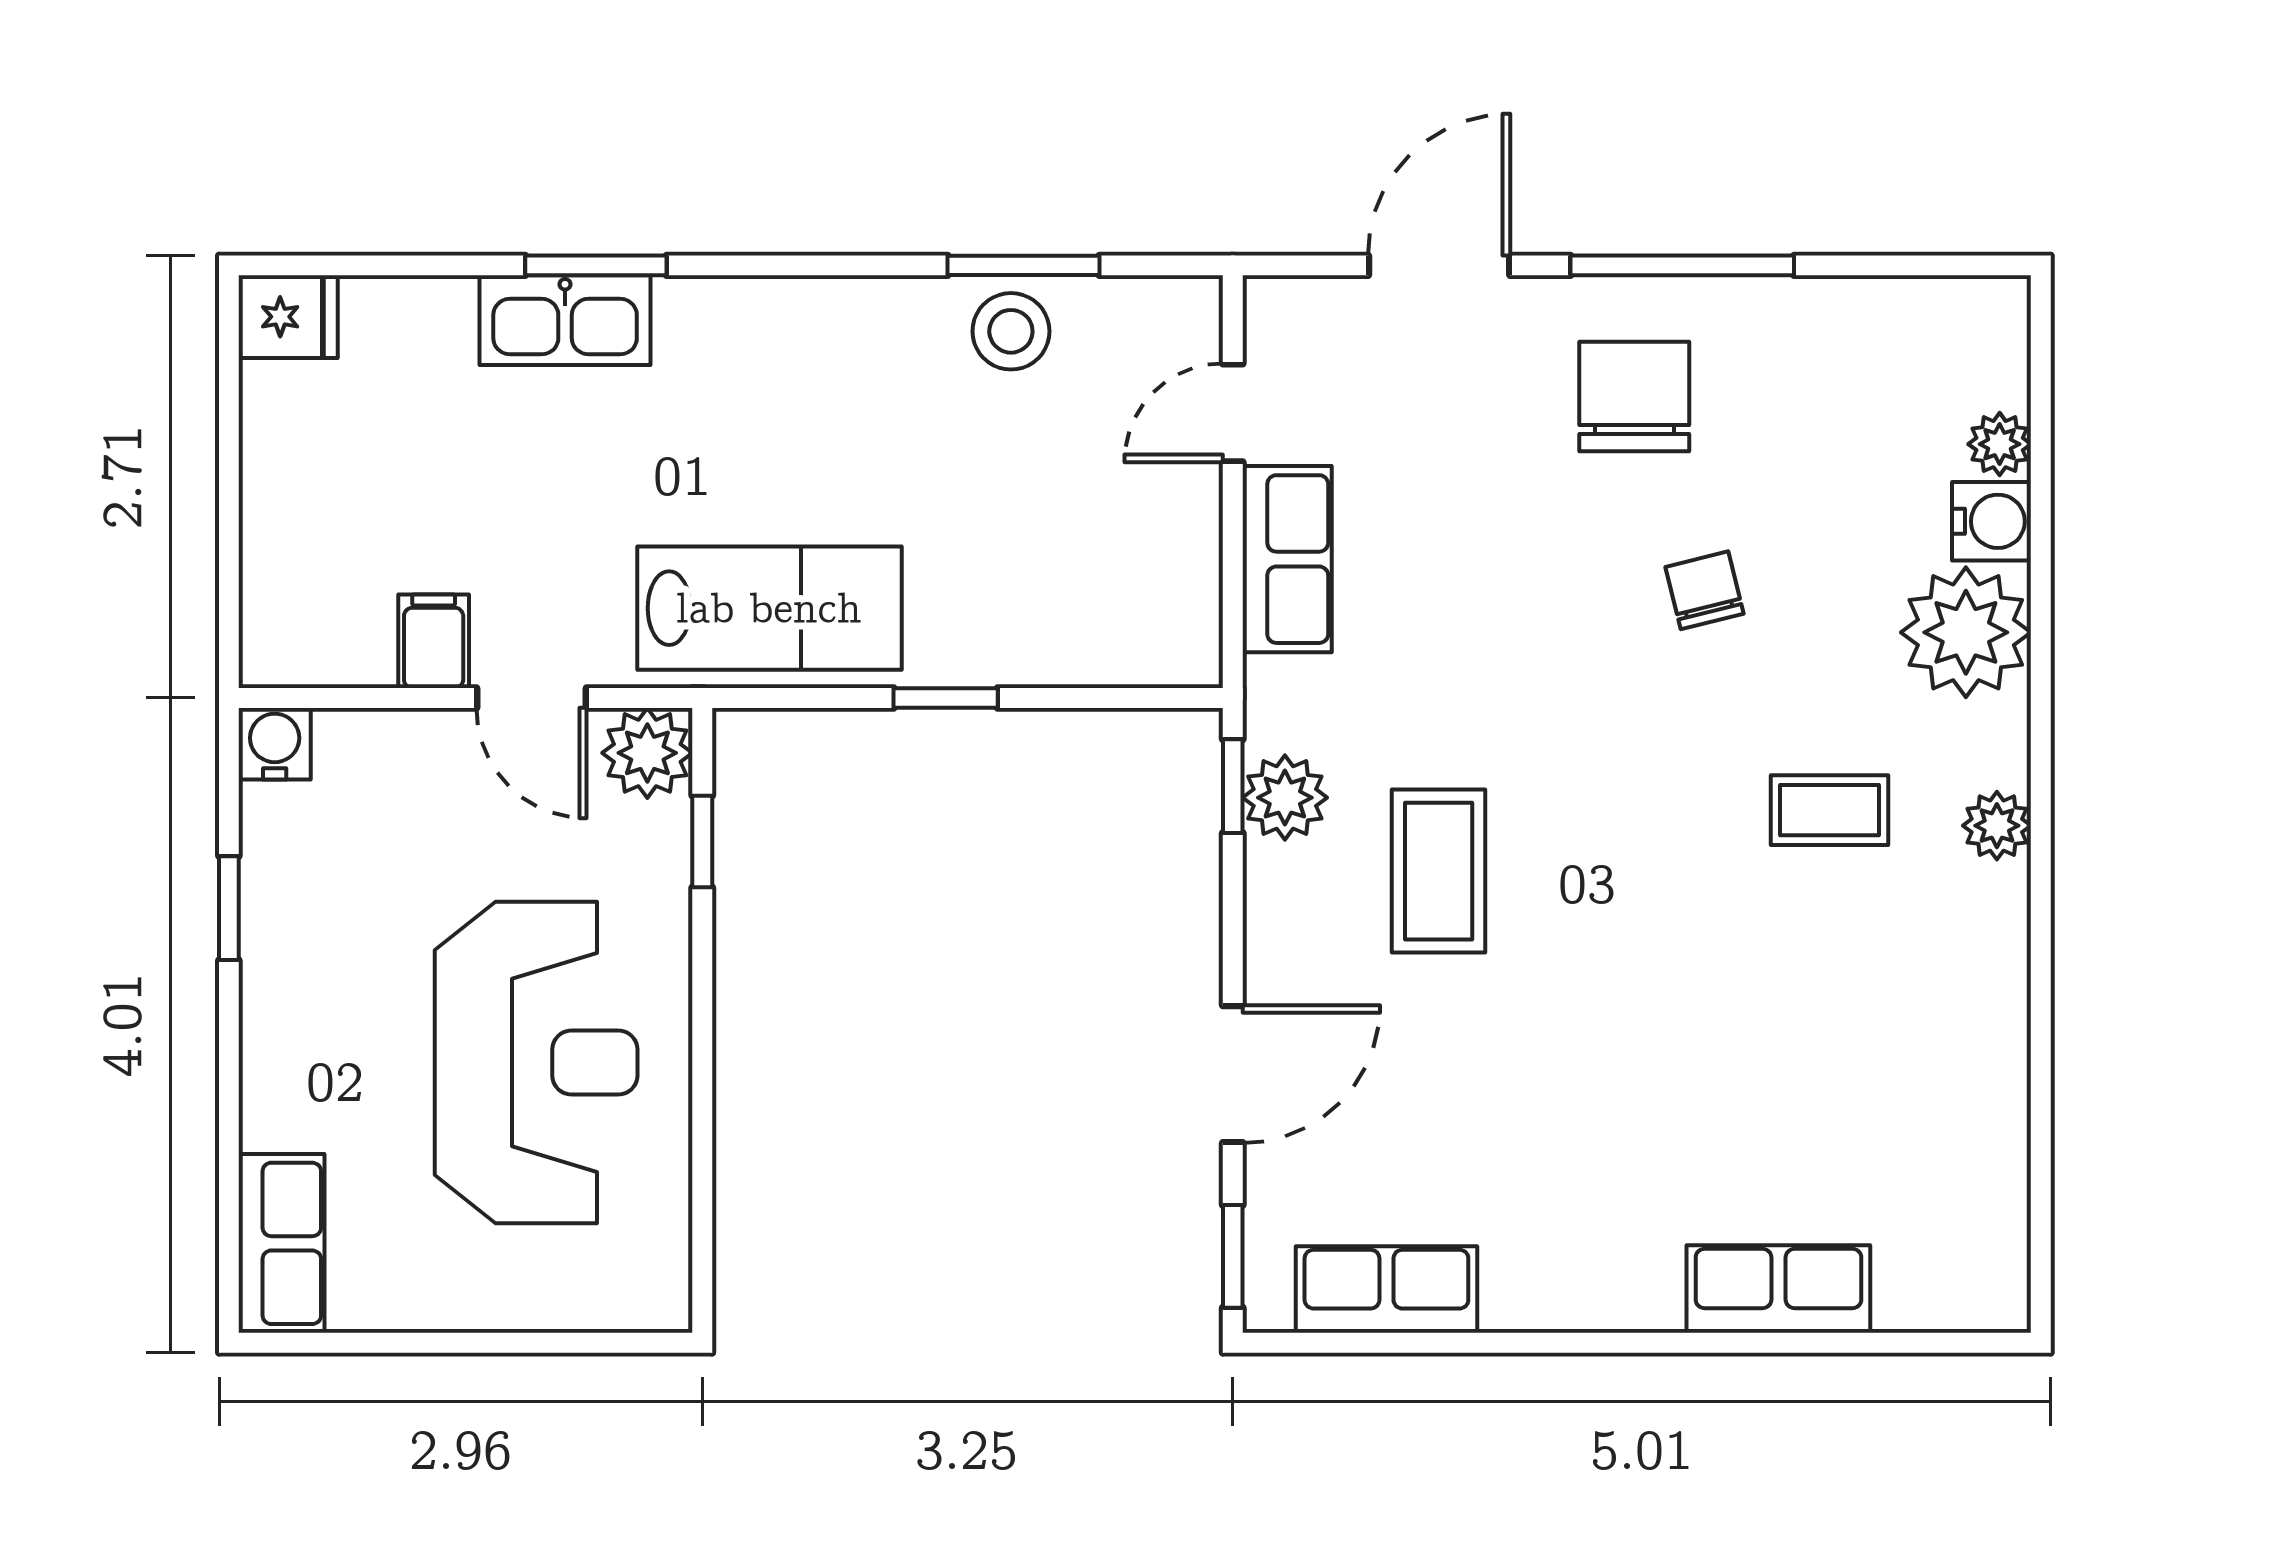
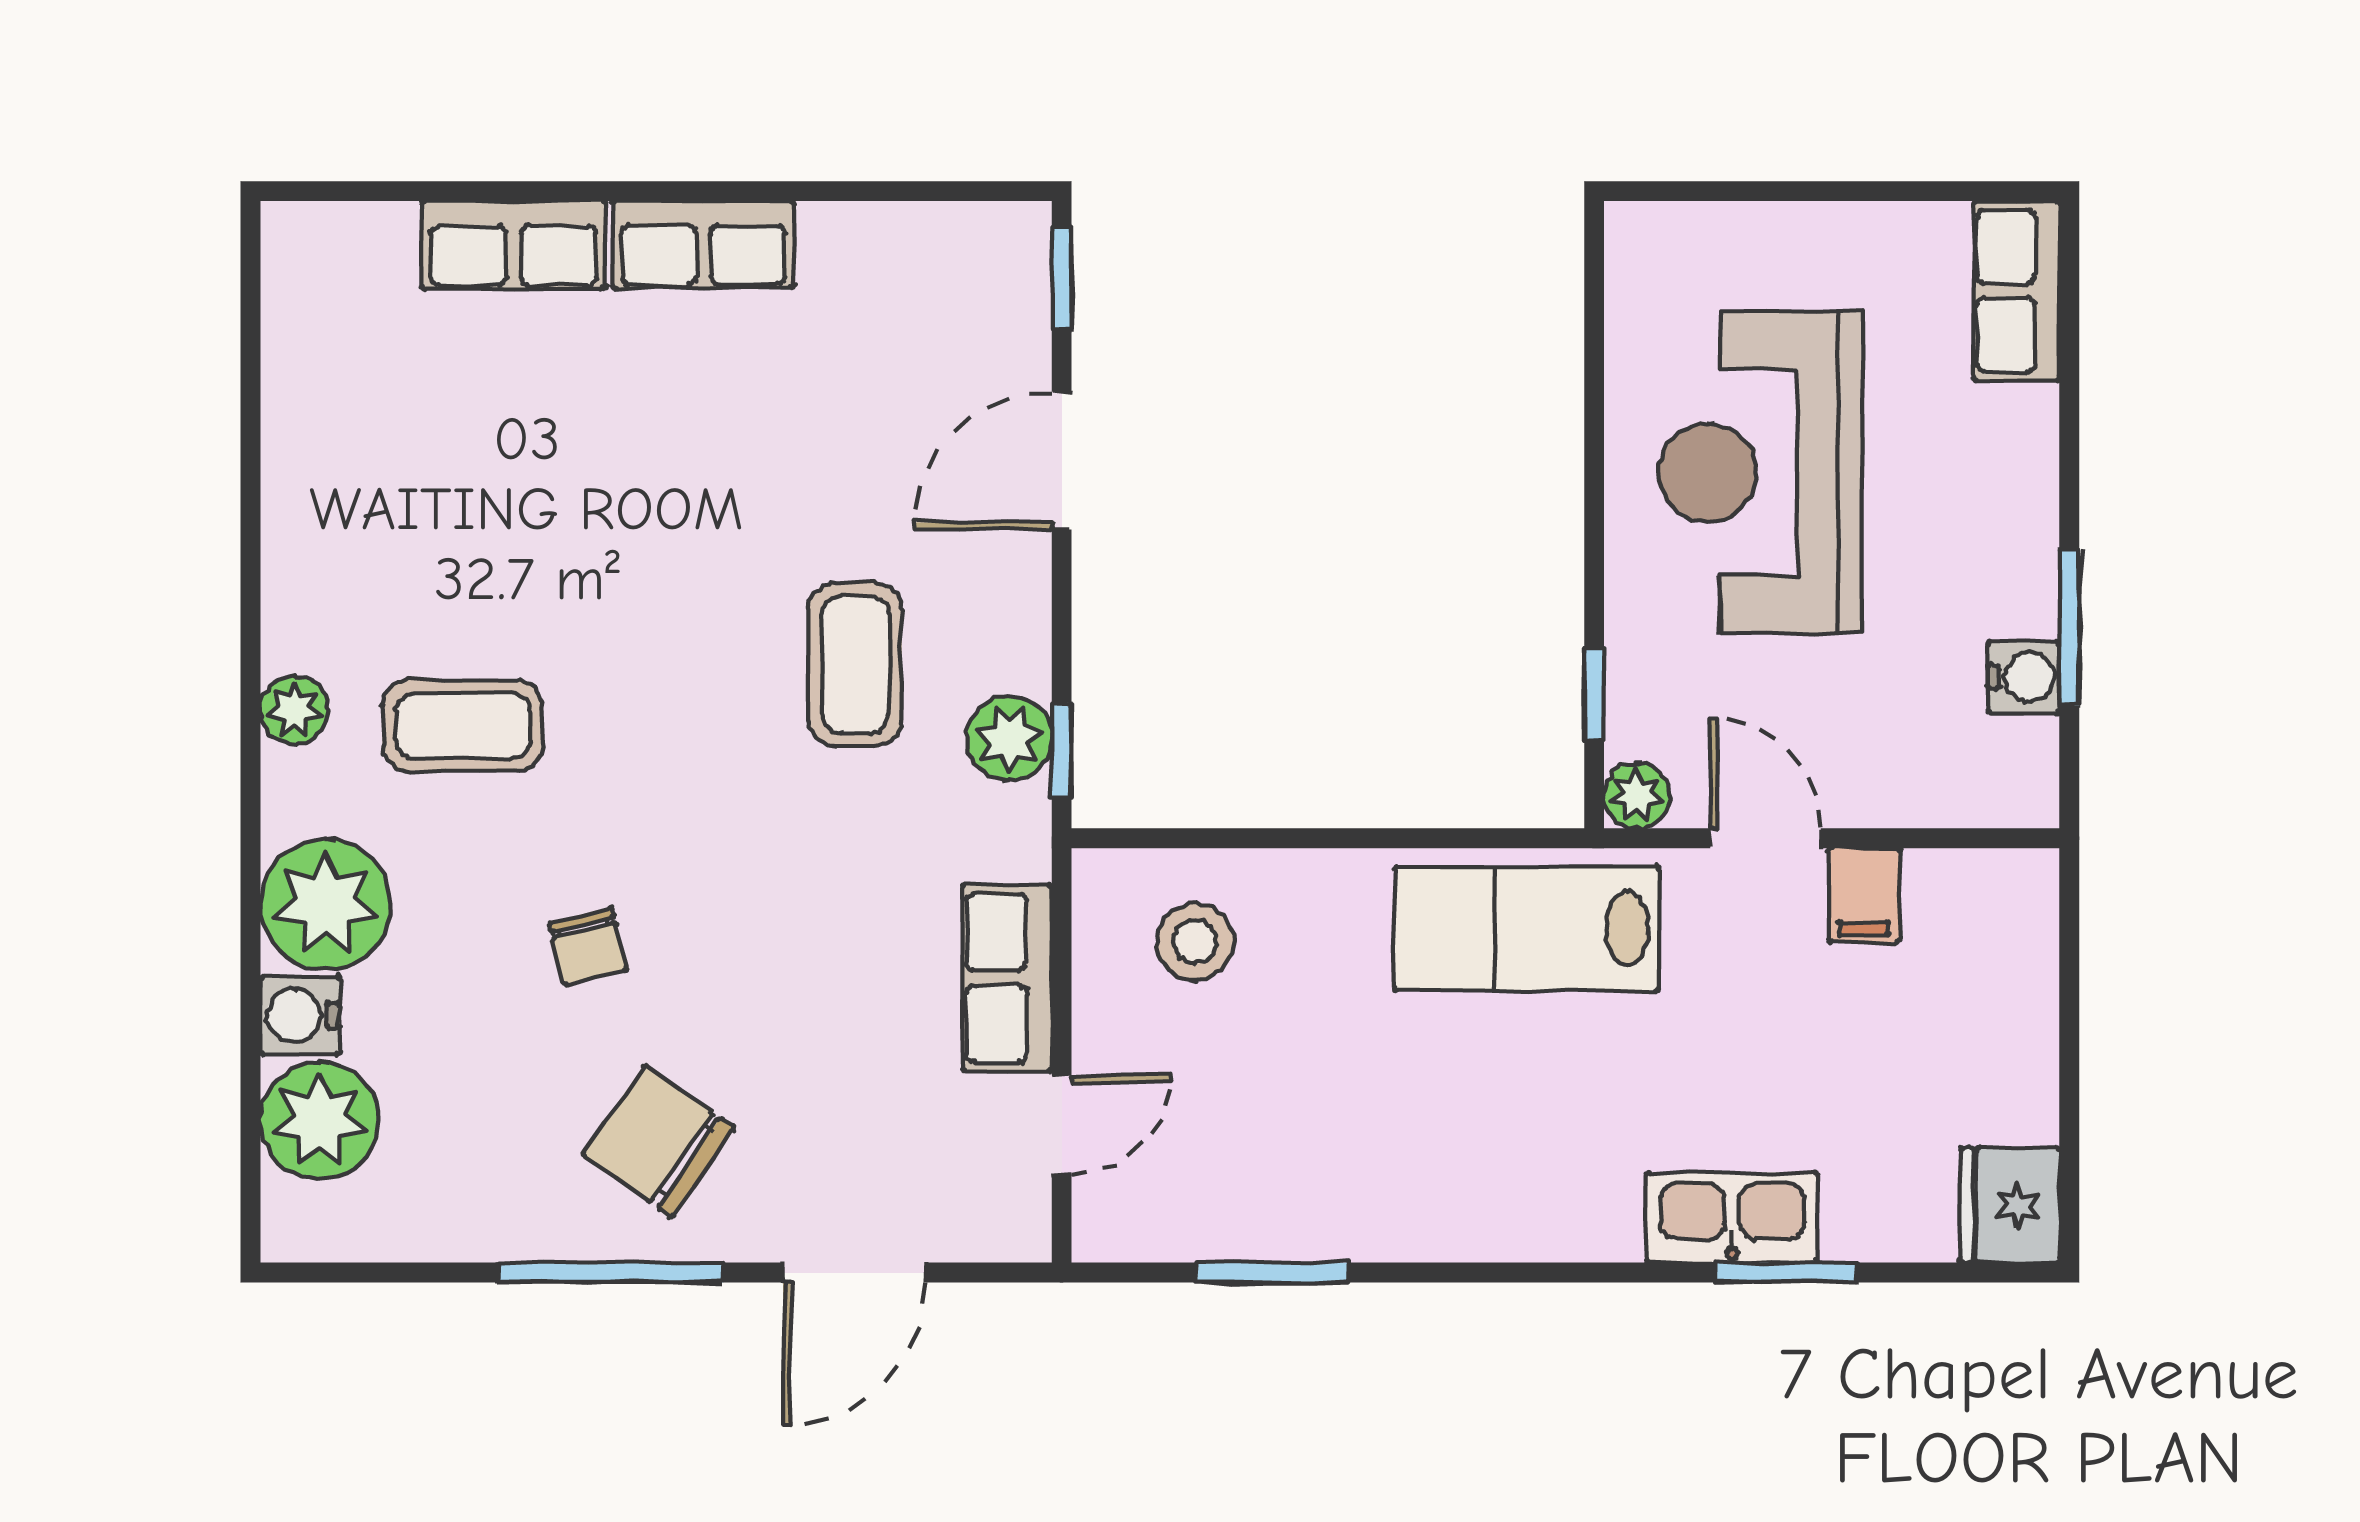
window: (596, 265) -> (1786, 1273), moved
fridge: (288, 317) -> (2010, 1205), width x1.38
stool: (1011, 331) -> (1195, 942), moved
chair: (1634, 397) -> (658, 1141), turned 125
plant: (2000, 444) -> (319, 1121), width x1.87, depth x1.87
window: (946, 698) -> (1350, 838), removed
water cooler: (275, 744) -> (2023, 677), moved, turned -90
plant: (647, 753) -> (1637, 796), width x0.73, depth x0.73
coffee table: (1829, 810) -> (463, 726), width x1.36, depth x1.30
window: (229, 908) -> (2069, 627), width x1.50
row of seats: (1386, 1290) -> (703, 244), moved

